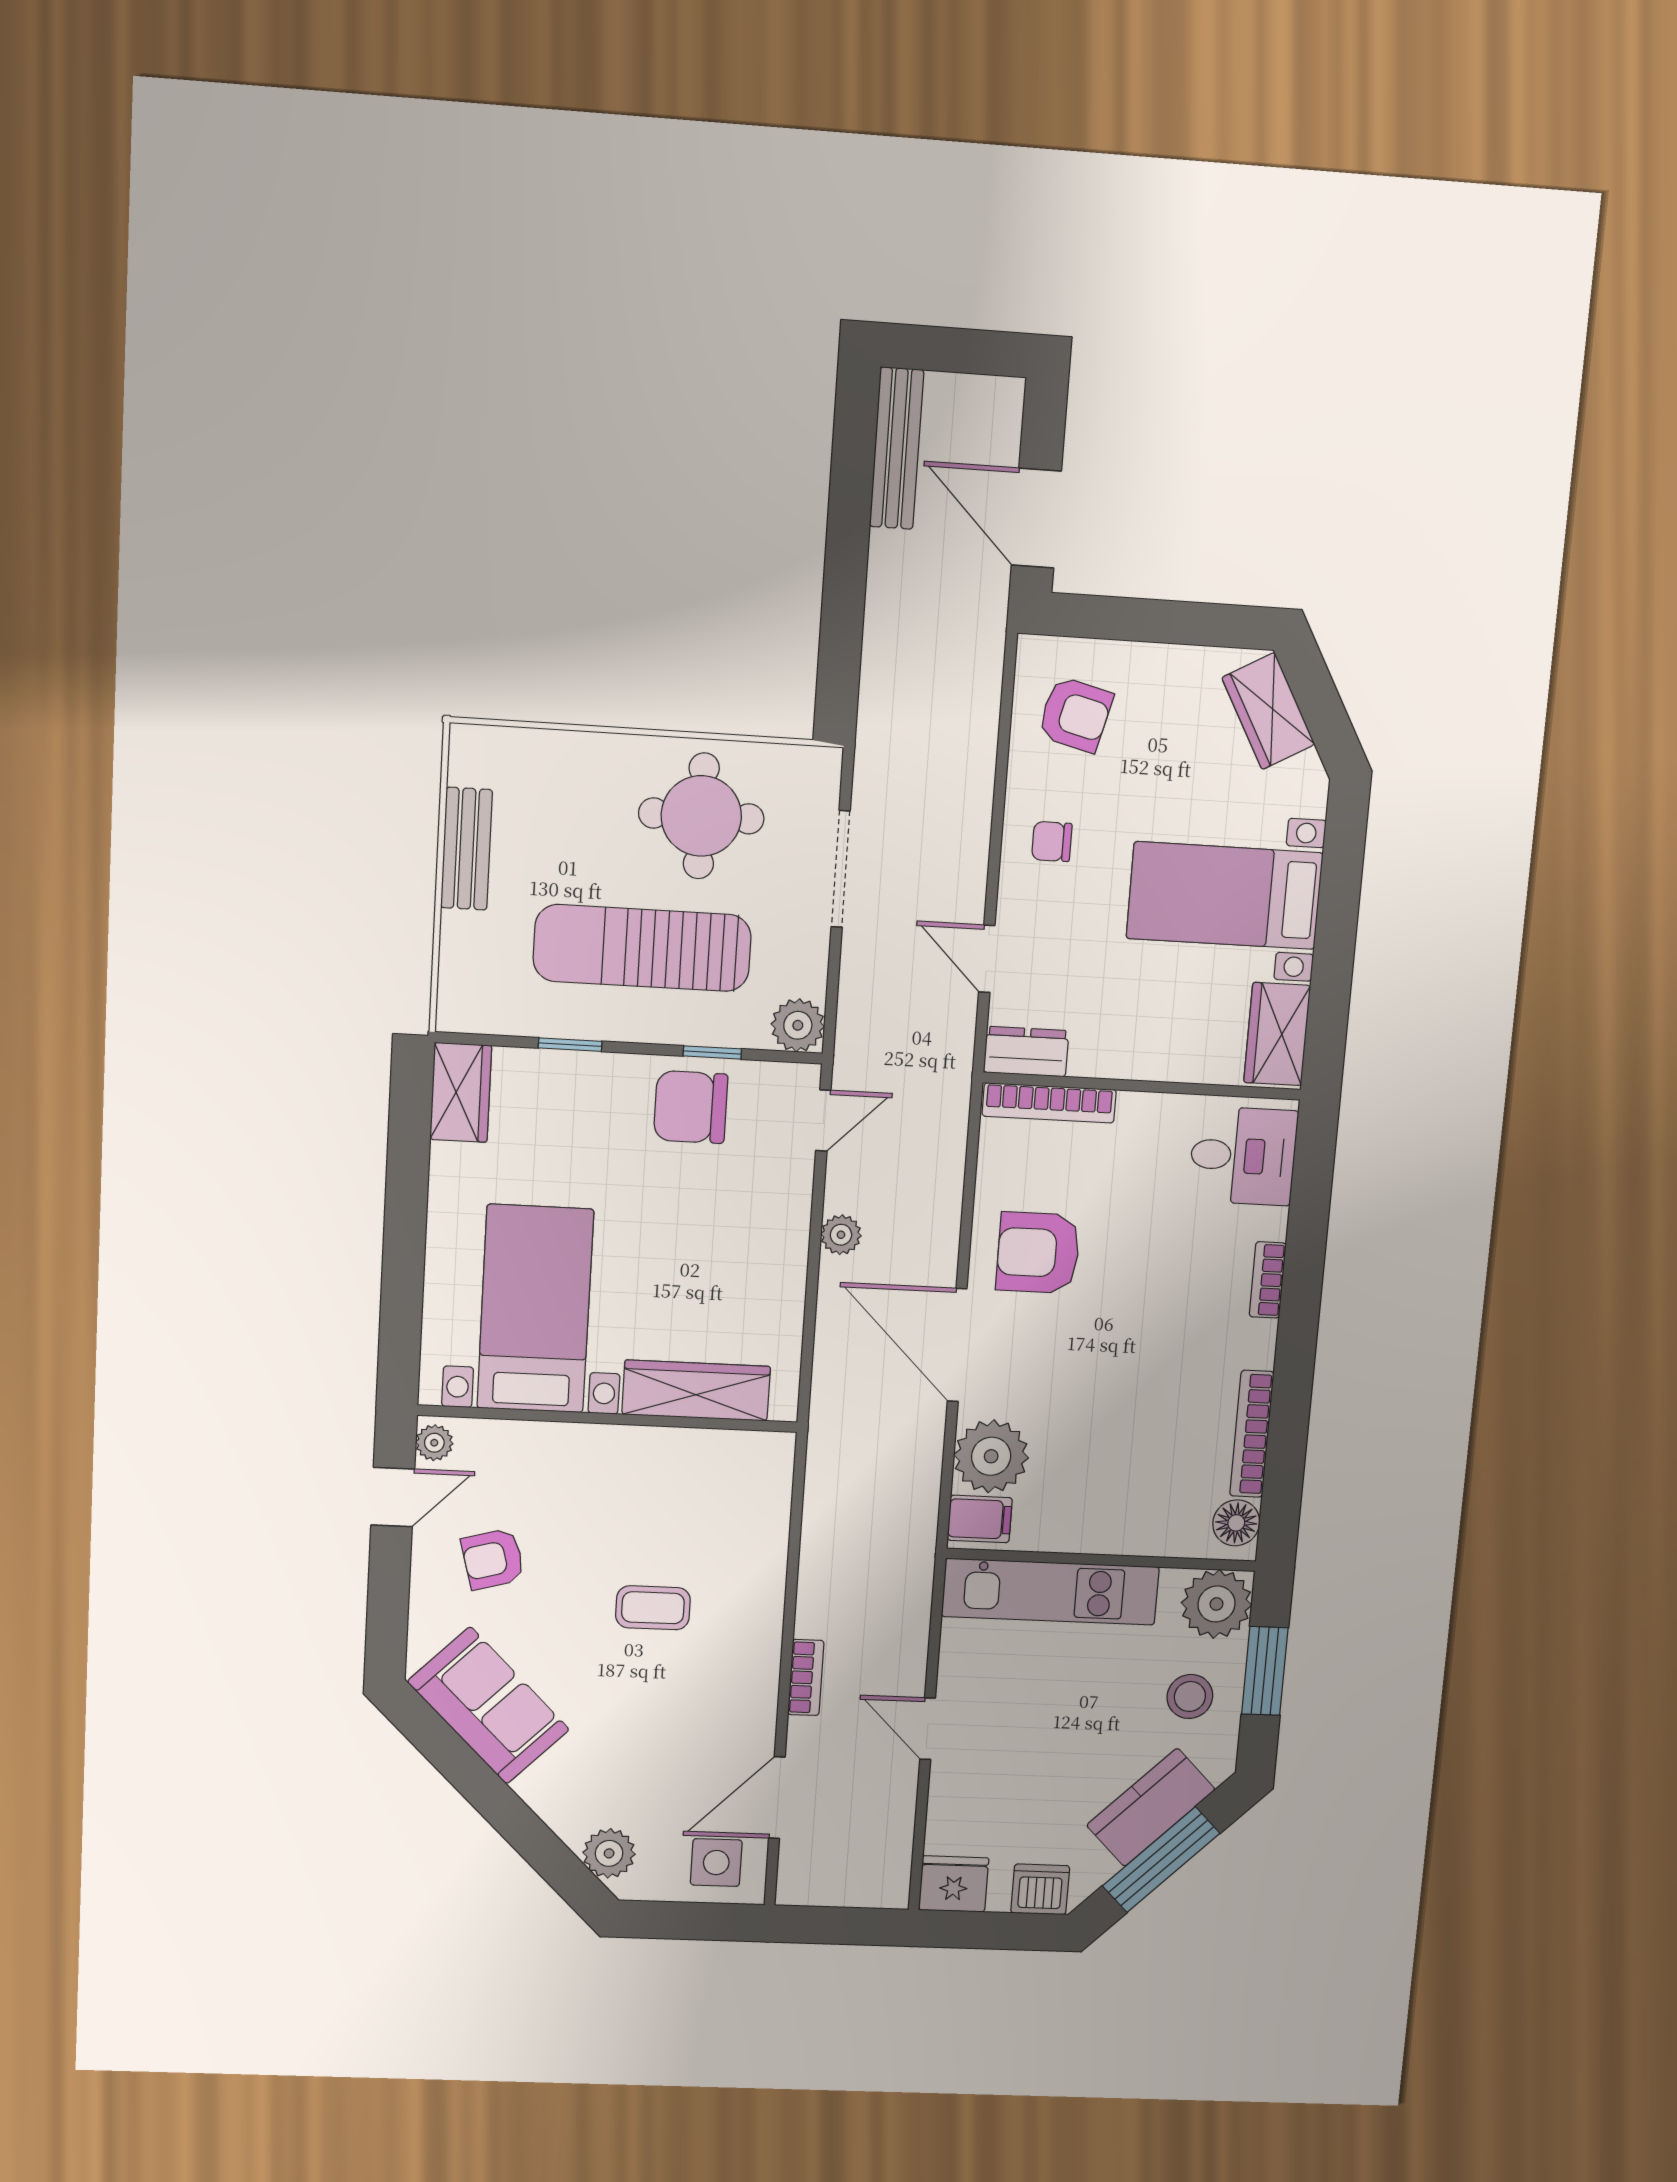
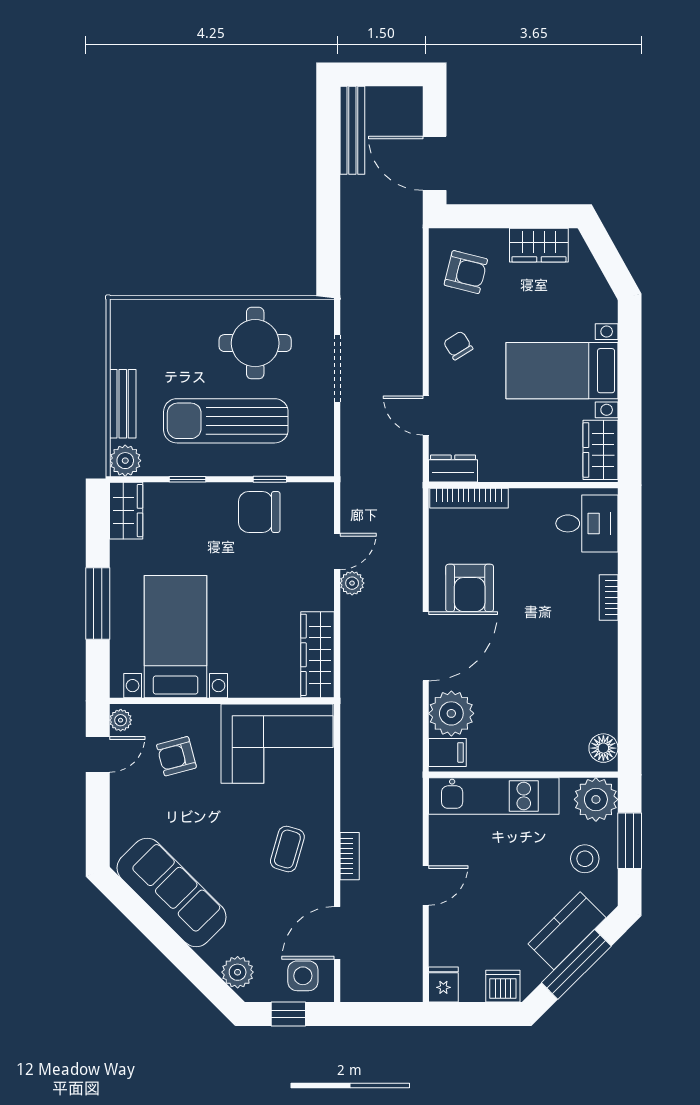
wardrobe: (1268, 711) -> (539, 245), moved, turned -61
chair: (1052, 841) -> (458, 345), turned 58
bench: (467, 849) -> (123, 404), moved
plant: (798, 1025) -> (125, 461), moved
door: (823, 1120) -> (337, 551), moved
window: (404, 1247) -> (98, 604), added
armchair: (1038, 1253) -> (470, 588), turned -90
door: (957, 1345) -> (426, 646), swing flipped
wardrobe: (696, 1390) -> (317, 655), moved, turned -90
bookcase: (1252, 1434) -> (608, 692), removed
corner sofa: (697, 1492) -> (277, 744), added
armchair: (493, 1559) -> (176, 756), moved
coffee table: (653, 1608) -> (287, 849), moved, turned -74
sofa: (488, 1706) -> (172, 893), width x1.36
door: (928, 1729) -> (426, 885), swing flipped
fridge: (954, 1884) -> (443, 985), width x0.72
window: (689, 1921) -> (288, 1014), added

